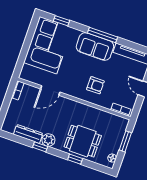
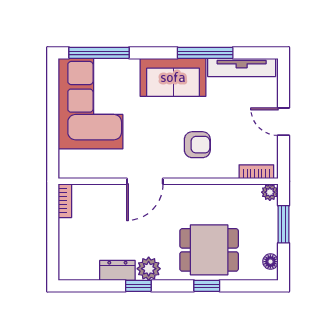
window: (61, 21) -> (99, 53), width x2.17
window: (102, 35) -> (205, 53), moved
door: (50, 91) -> (145, 181), moved
plant: (124, 122) -> (270, 192), added
dresser: (28, 134) -> (117, 270), width x0.70

